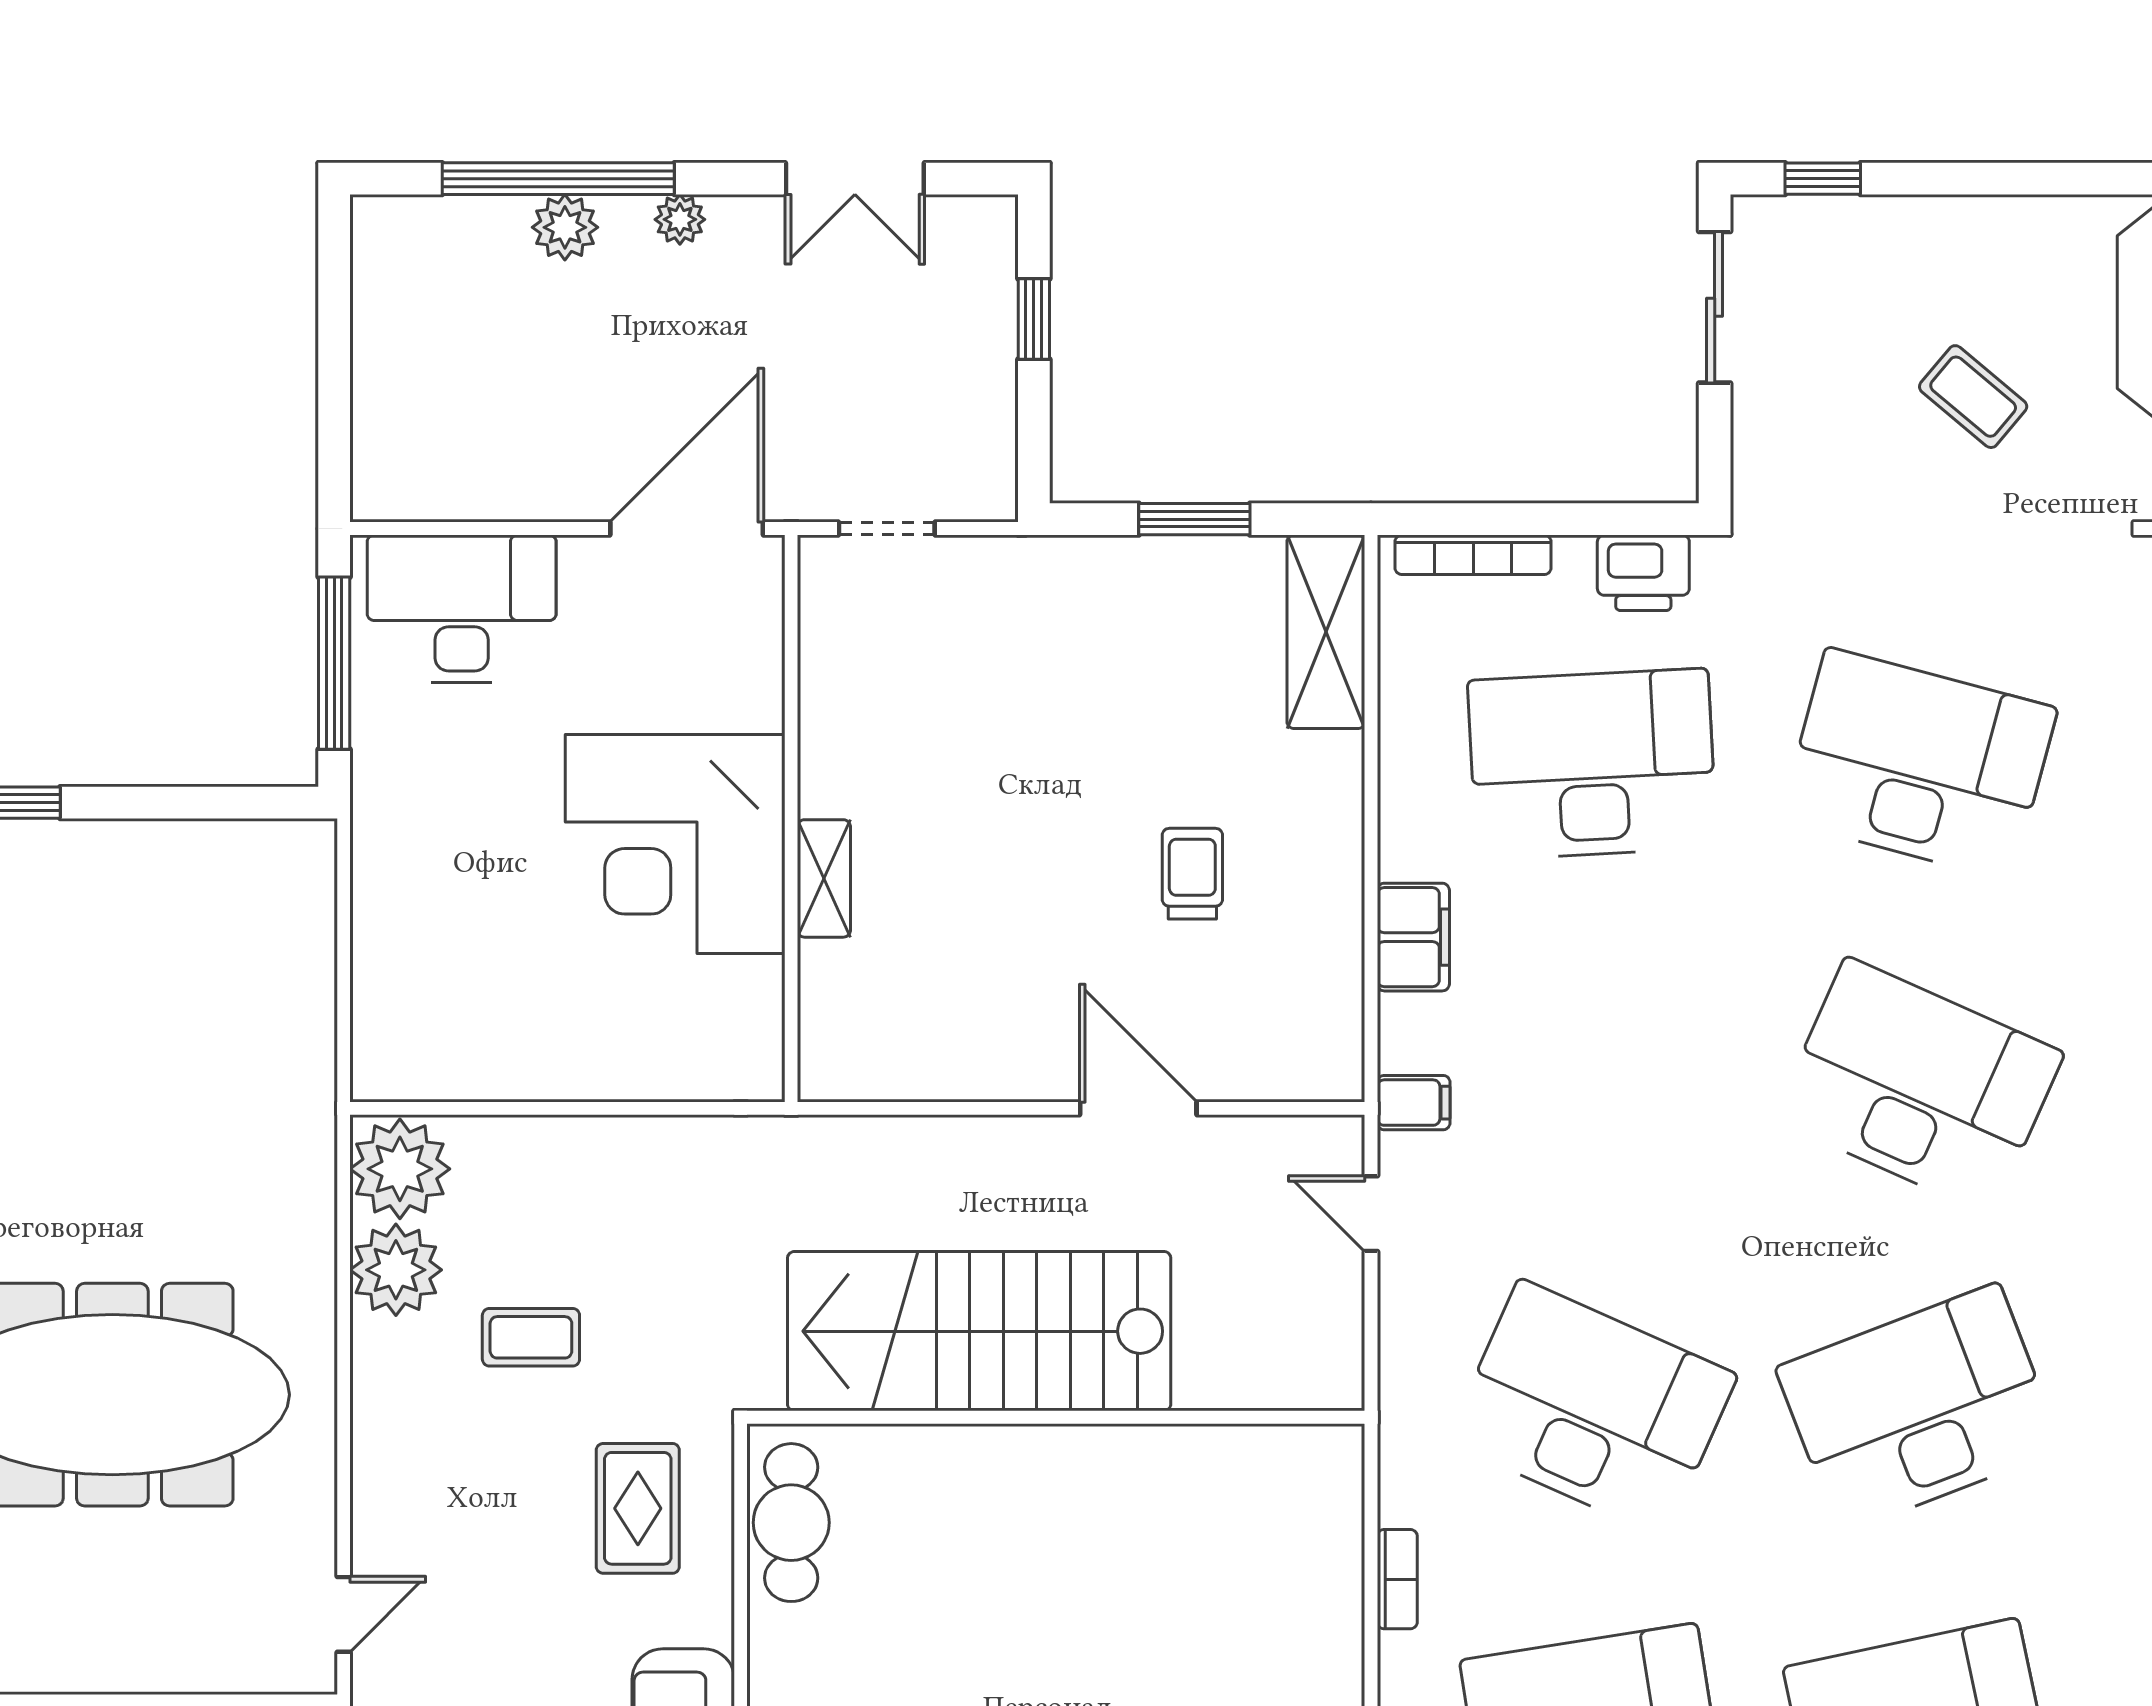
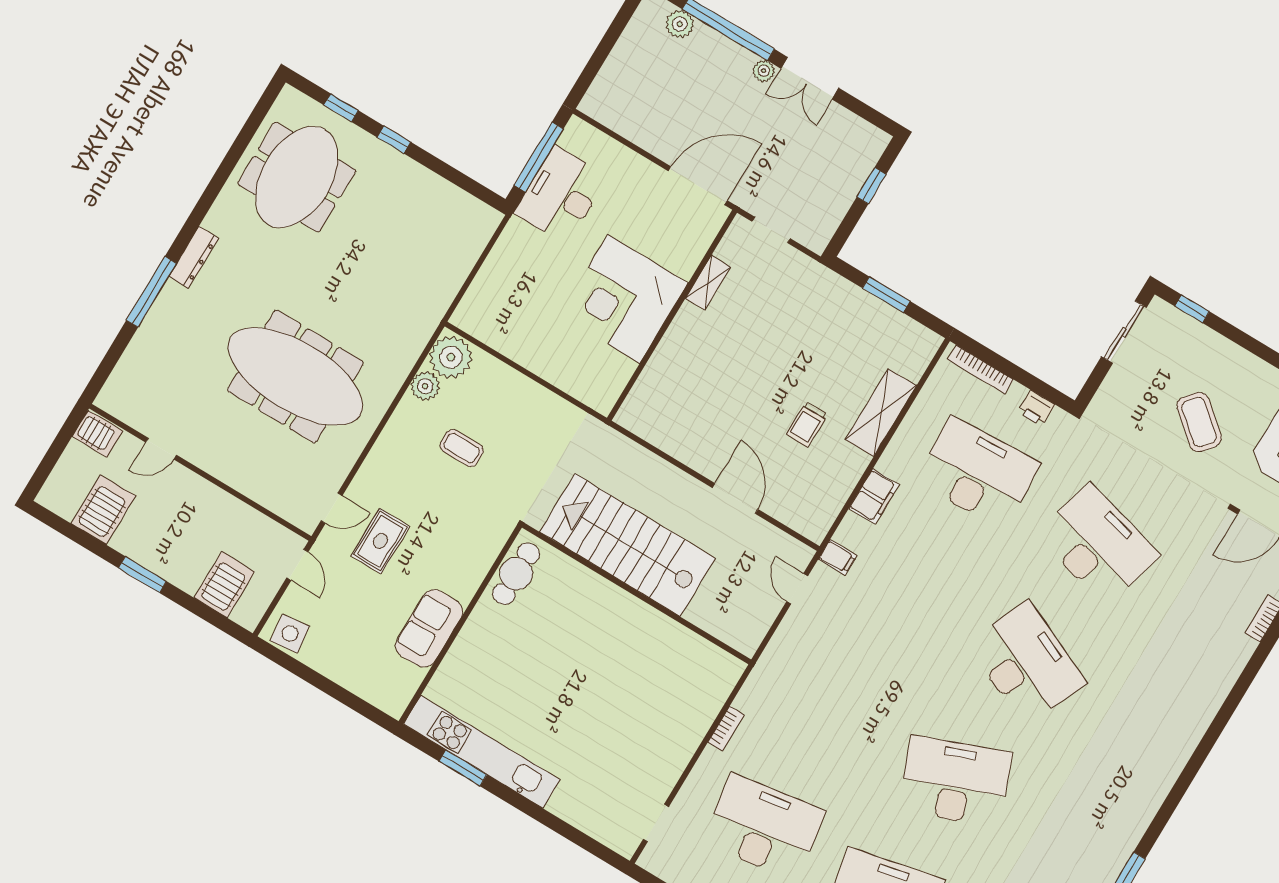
double door: (855, 179) -> (810, 78), moved
plant: (565, 227) -> (680, 24), moved
coffee table: (1973, 397) -> (1199, 422), width x1.36, depth x1.30
printer: (1643, 573) -> (1036, 408), width x0.73, depth x0.81
desk: (462, 609) -> (561, 195), moved, turned -90
shelving: (1326, 632) -> (881, 413), moved
trolley: (1192, 874) -> (807, 424), turned 180
shelving: (824, 878) -> (708, 283), moved
plant: (396, 1270) -> (425, 386), width x0.73, depth x0.73
desk: (1592, 1408) -> (835, 709), removed
rug: (638, 1508) -> (380, 541), moved

